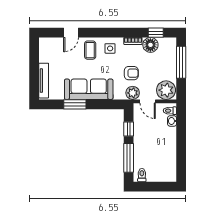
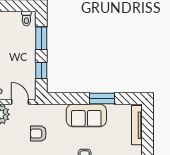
sofa: (89, 89) -> (86, 115), width x0.73
plant: (133, 93) -> (37, 111), removed
window: (129, 158) -> (41, 38), width x0.69

